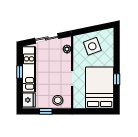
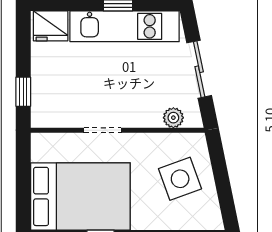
stool: (58, 100) -> (50, 96), removed
window: (46, 111) -> (23, 92), moved

